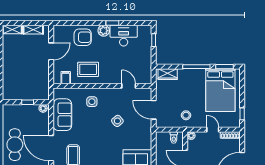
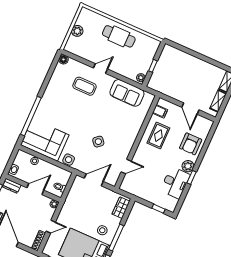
side table: (92, 102) -> (69, 160), moved
stool: (186, 115) -> (102, 230), moved
door: (51, 148) -> (100, 69), width x0.53

